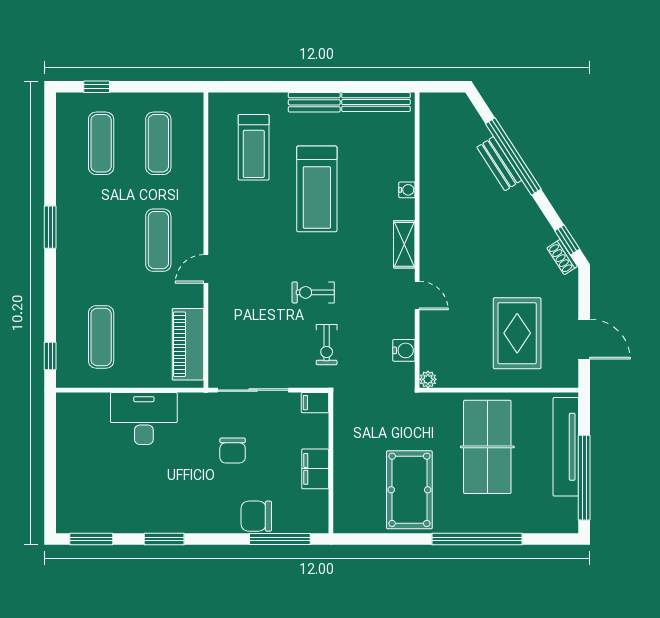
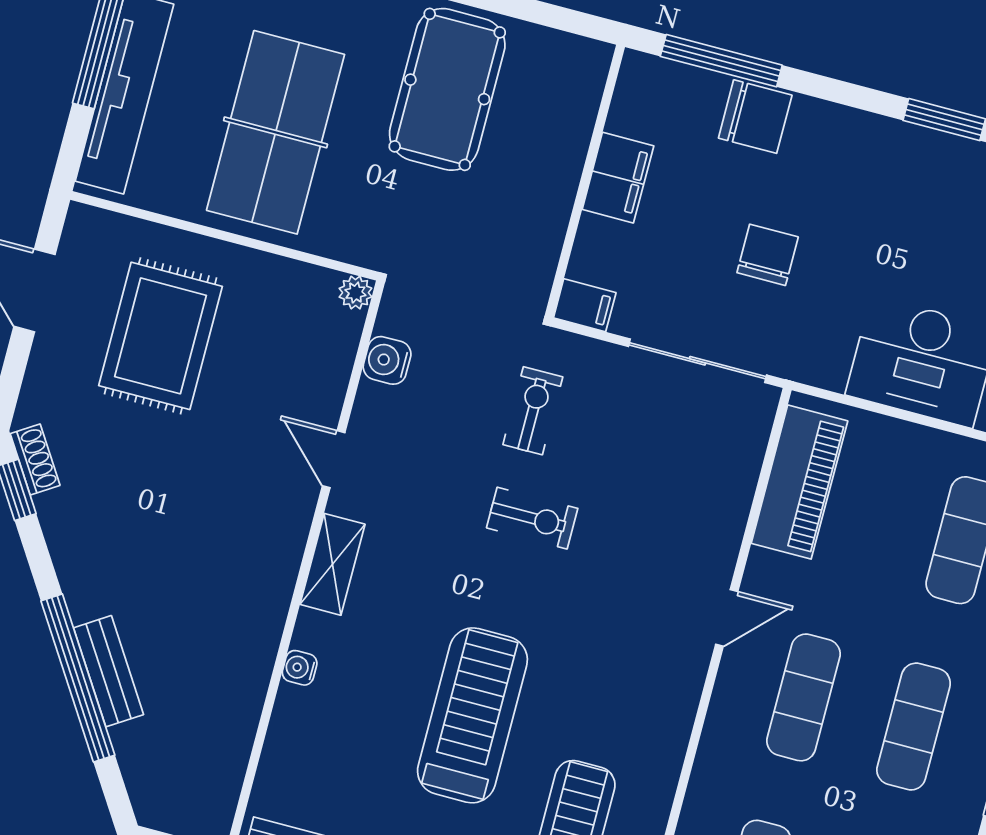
exercise mat: (101, 240) -> (914, 727), added

